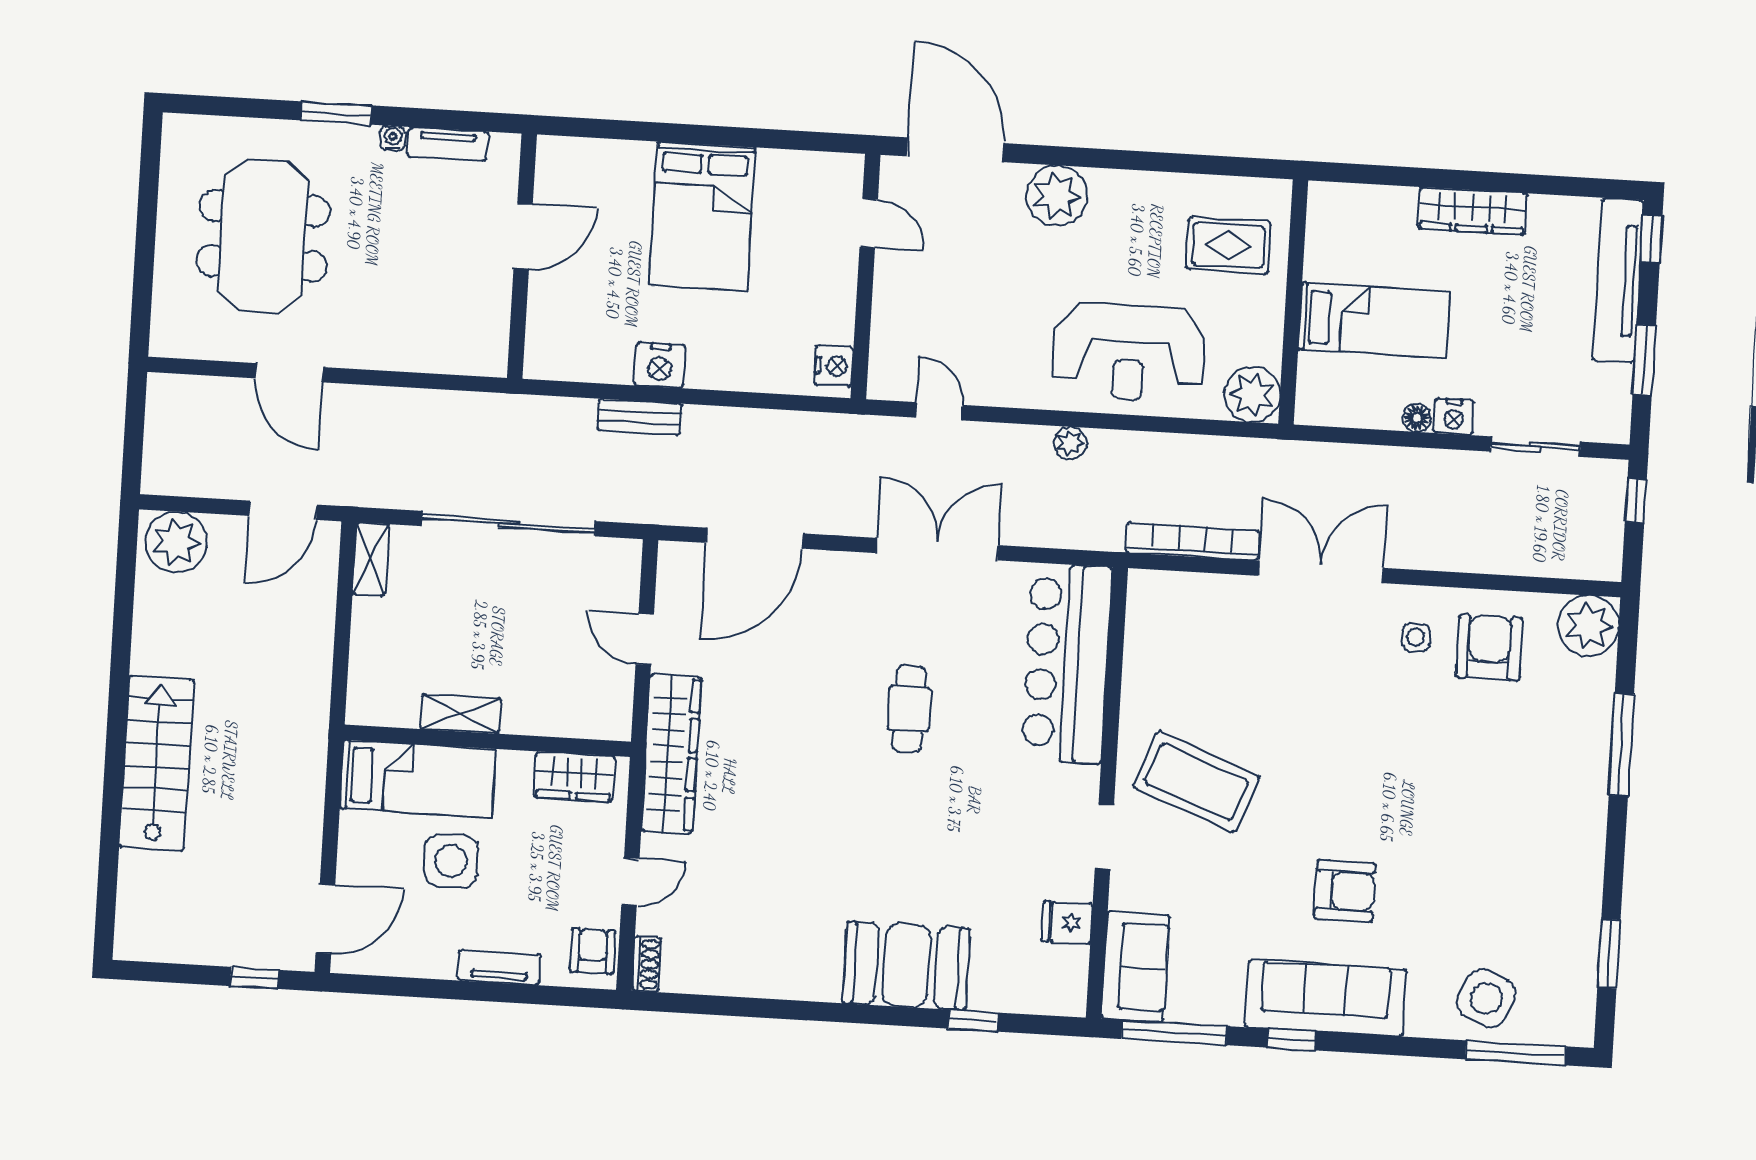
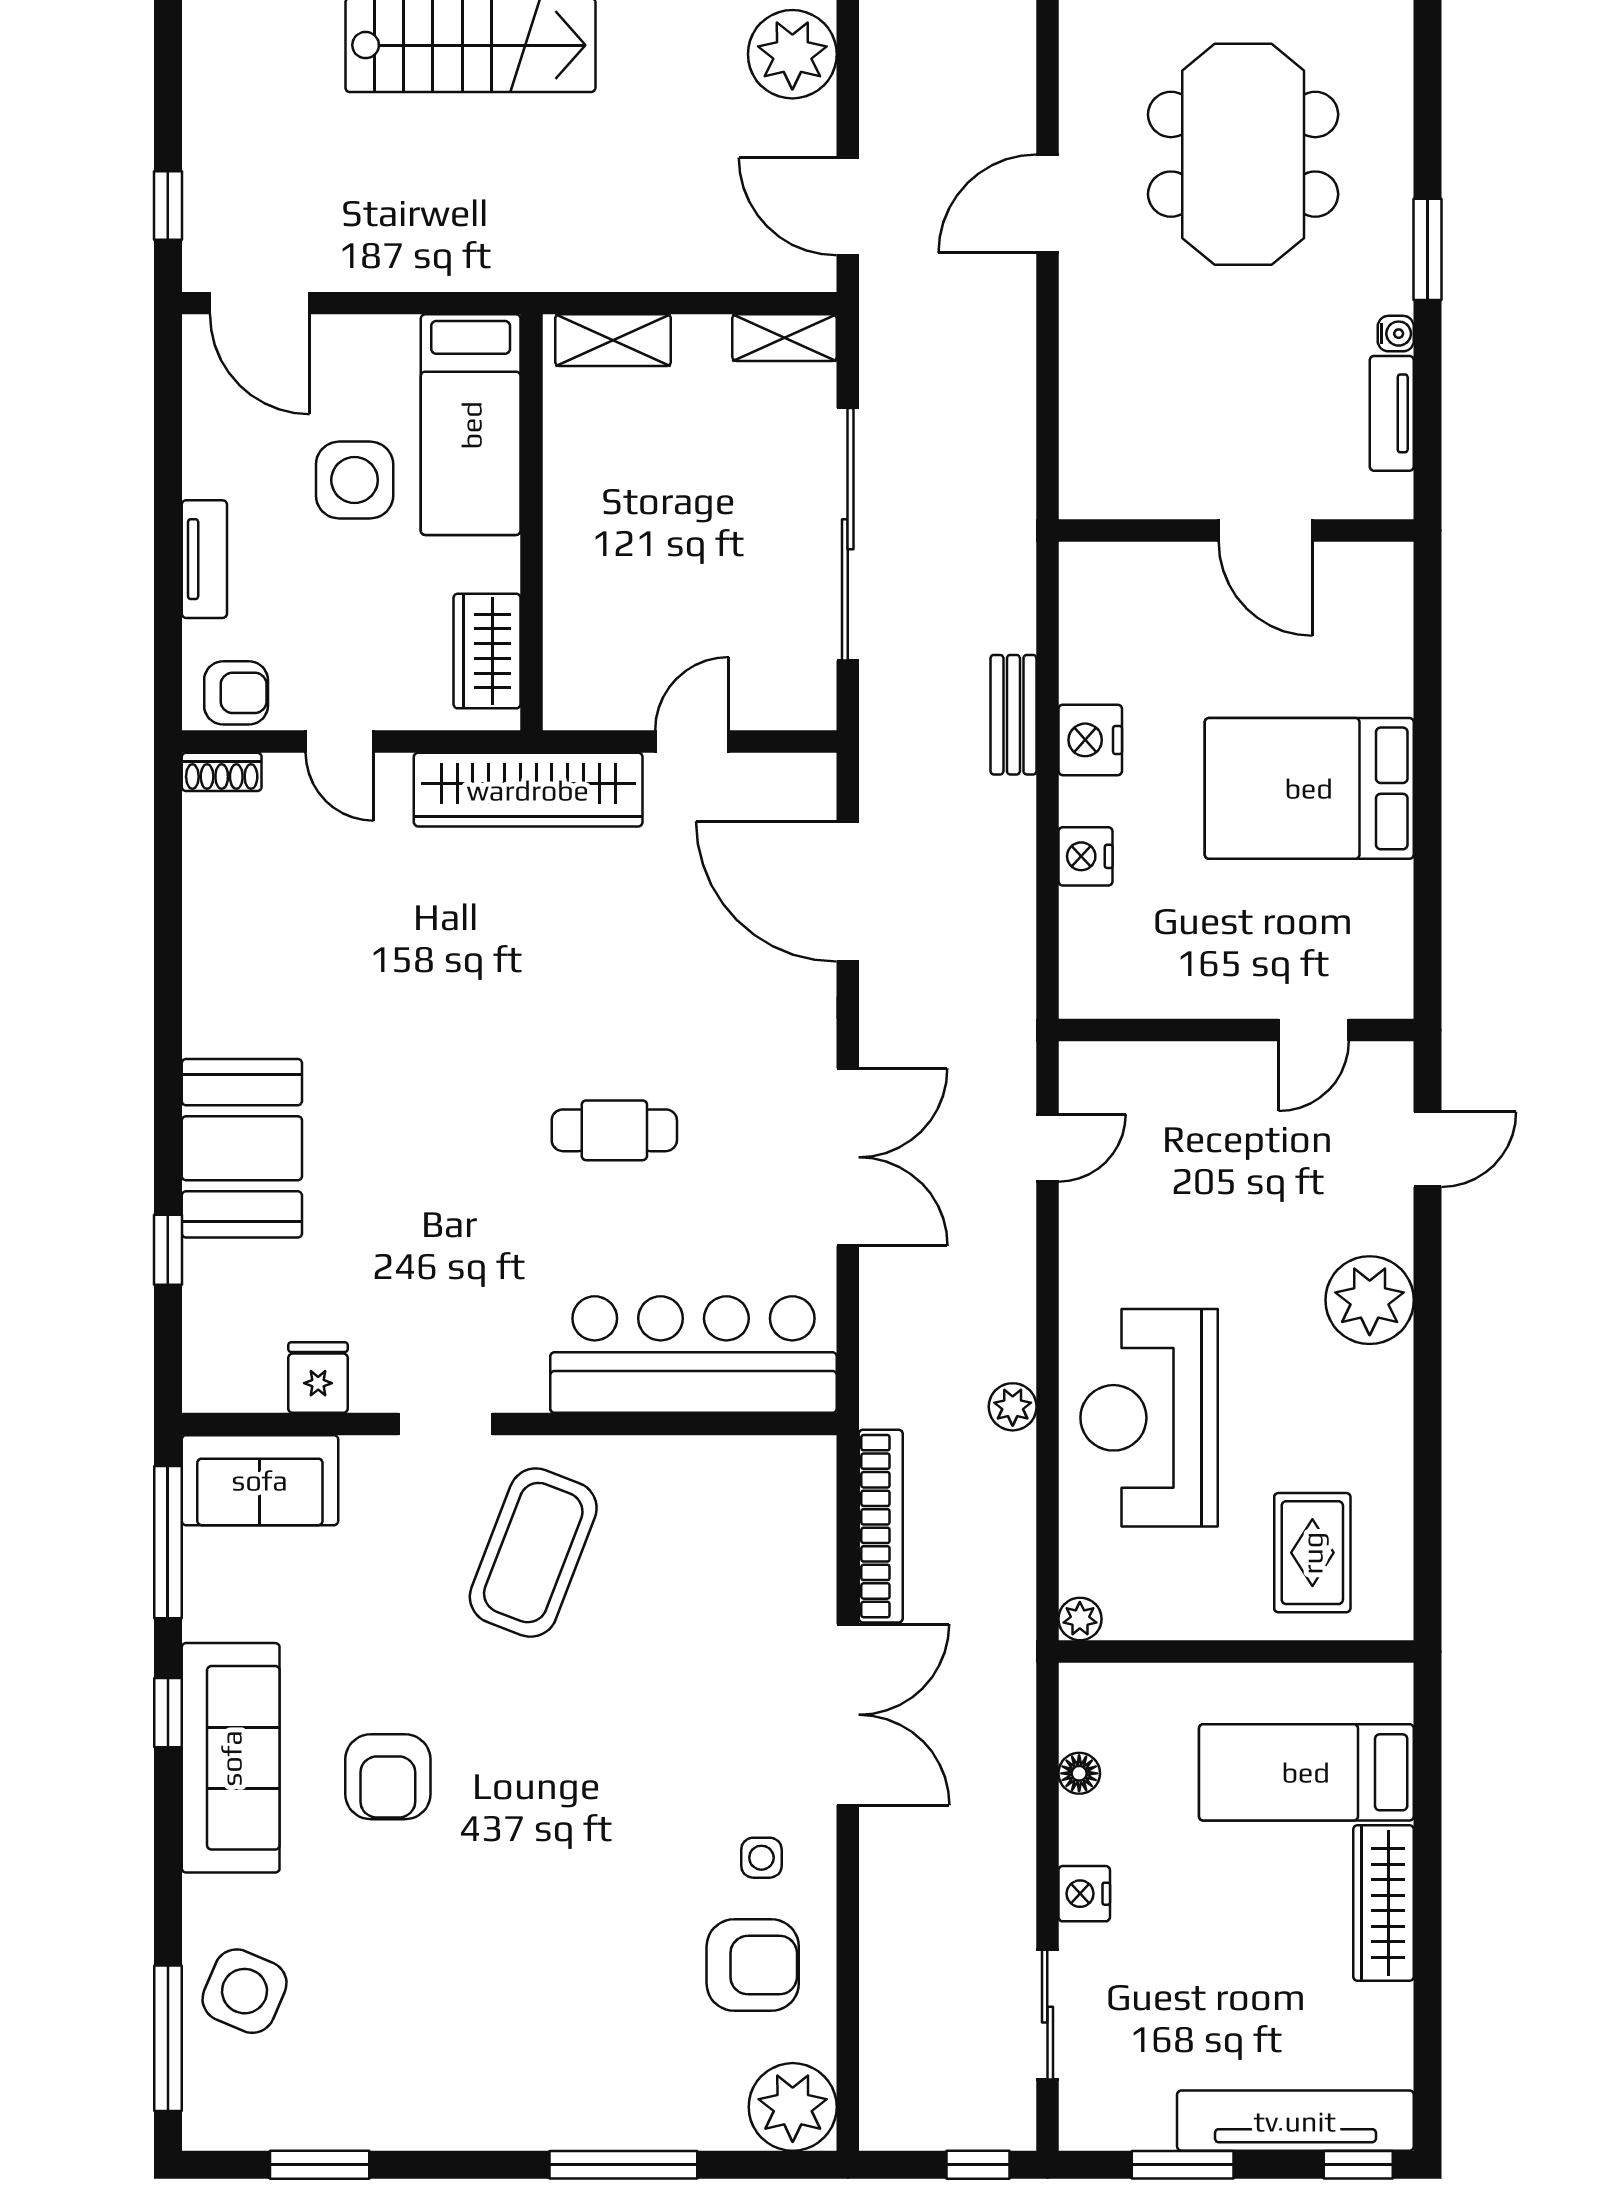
door: (956, 150) -> (1428, 1149), width x0.53
meeting table: (263, 236) -> (1243, 154), turned 90
bed: (1374, 321) -> (1306, 1772), moved, turned 90
nightstand: (834, 366) -> (1086, 856), moved, turned 90
plant: (1252, 394) -> (1080, 1619), width x0.53, depth x0.53
floor lamp: (1417, 418) -> (1079, 1773), moved
plant: (1071, 443) -> (1013, 1407), moved
shelving: (461, 714) -> (613, 340), moved, turned 90

